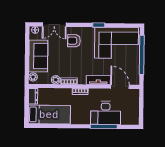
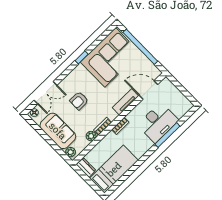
armchair: (74, 41) -> (79, 101), moved

